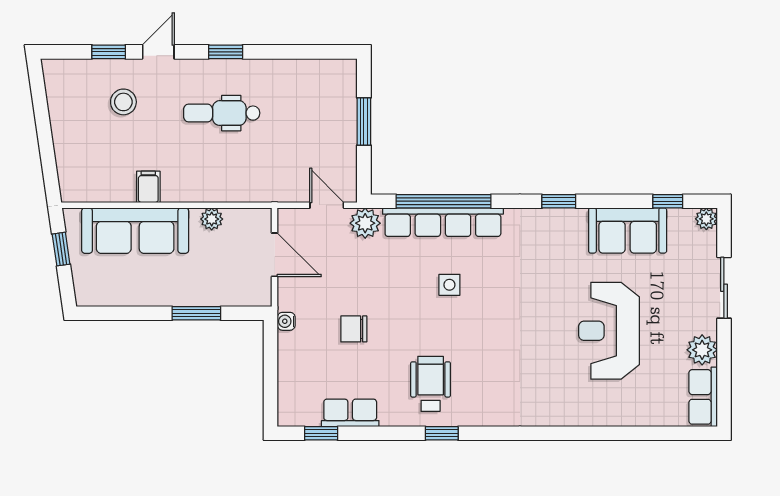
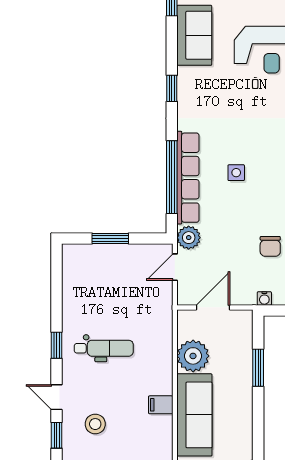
dental chair: (222, 113) -> (104, 348), turned -90
plant: (212, 219) -> (193, 356), width x1.88, depth x1.88

